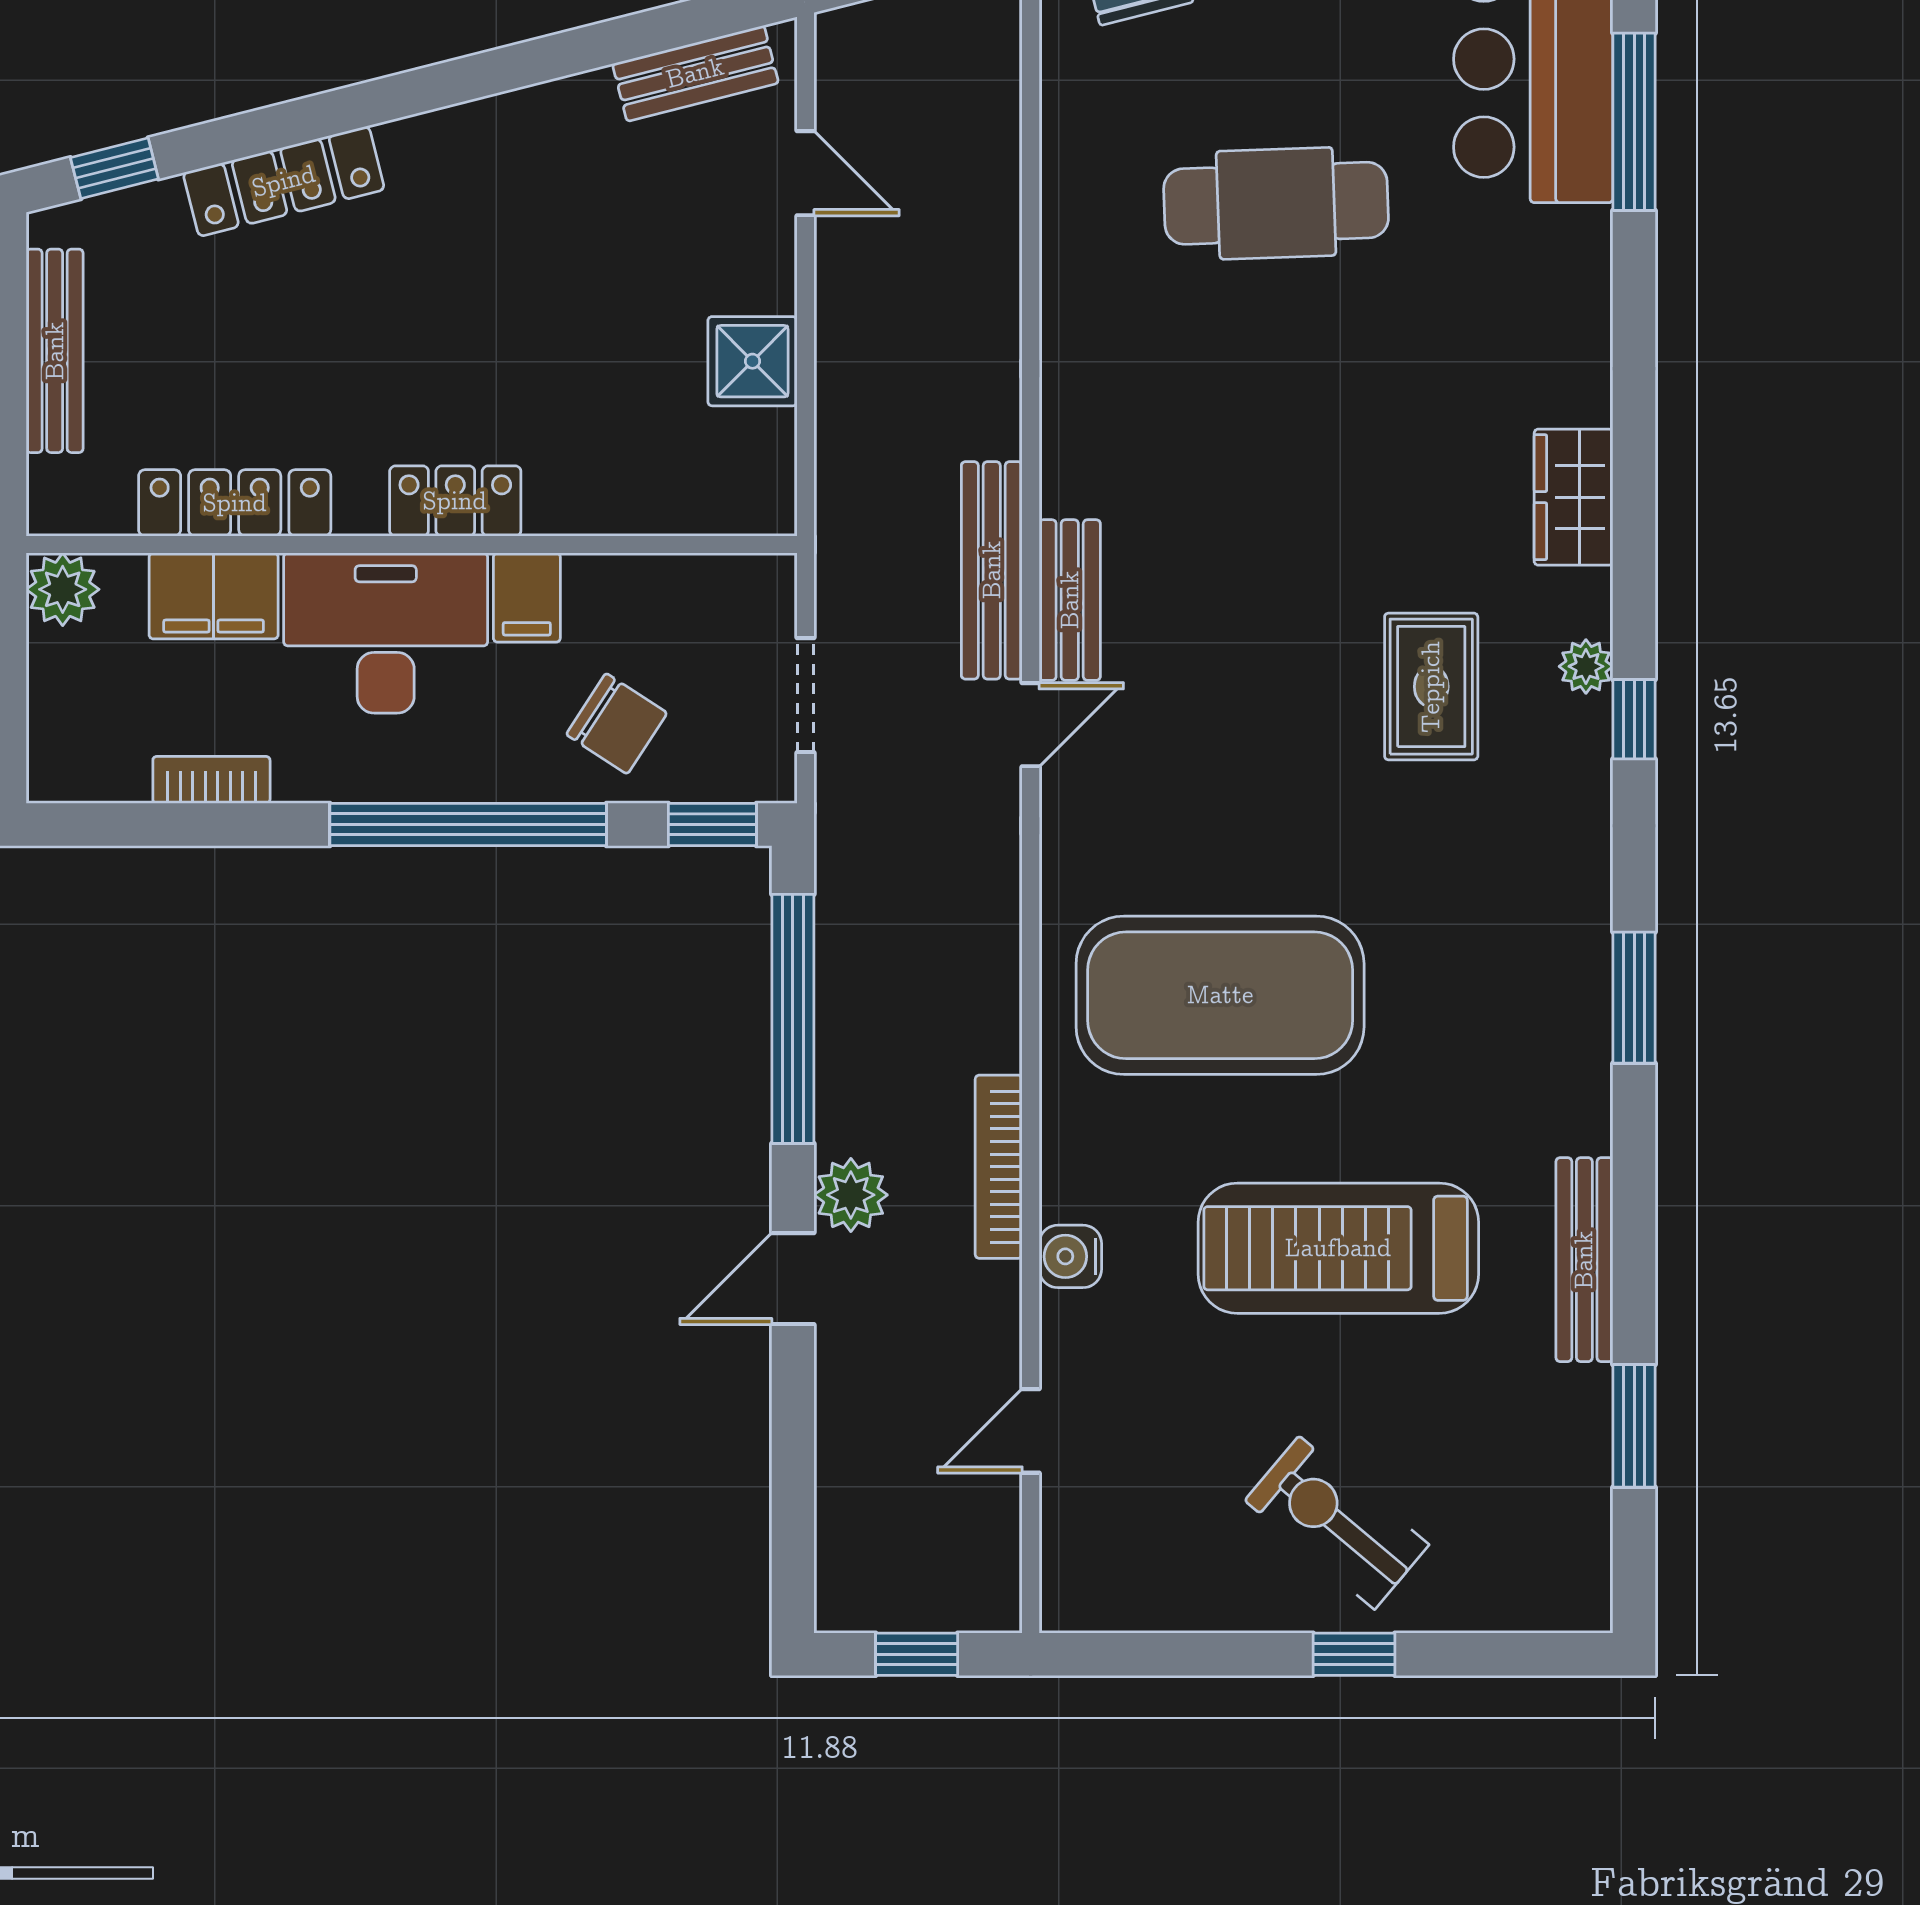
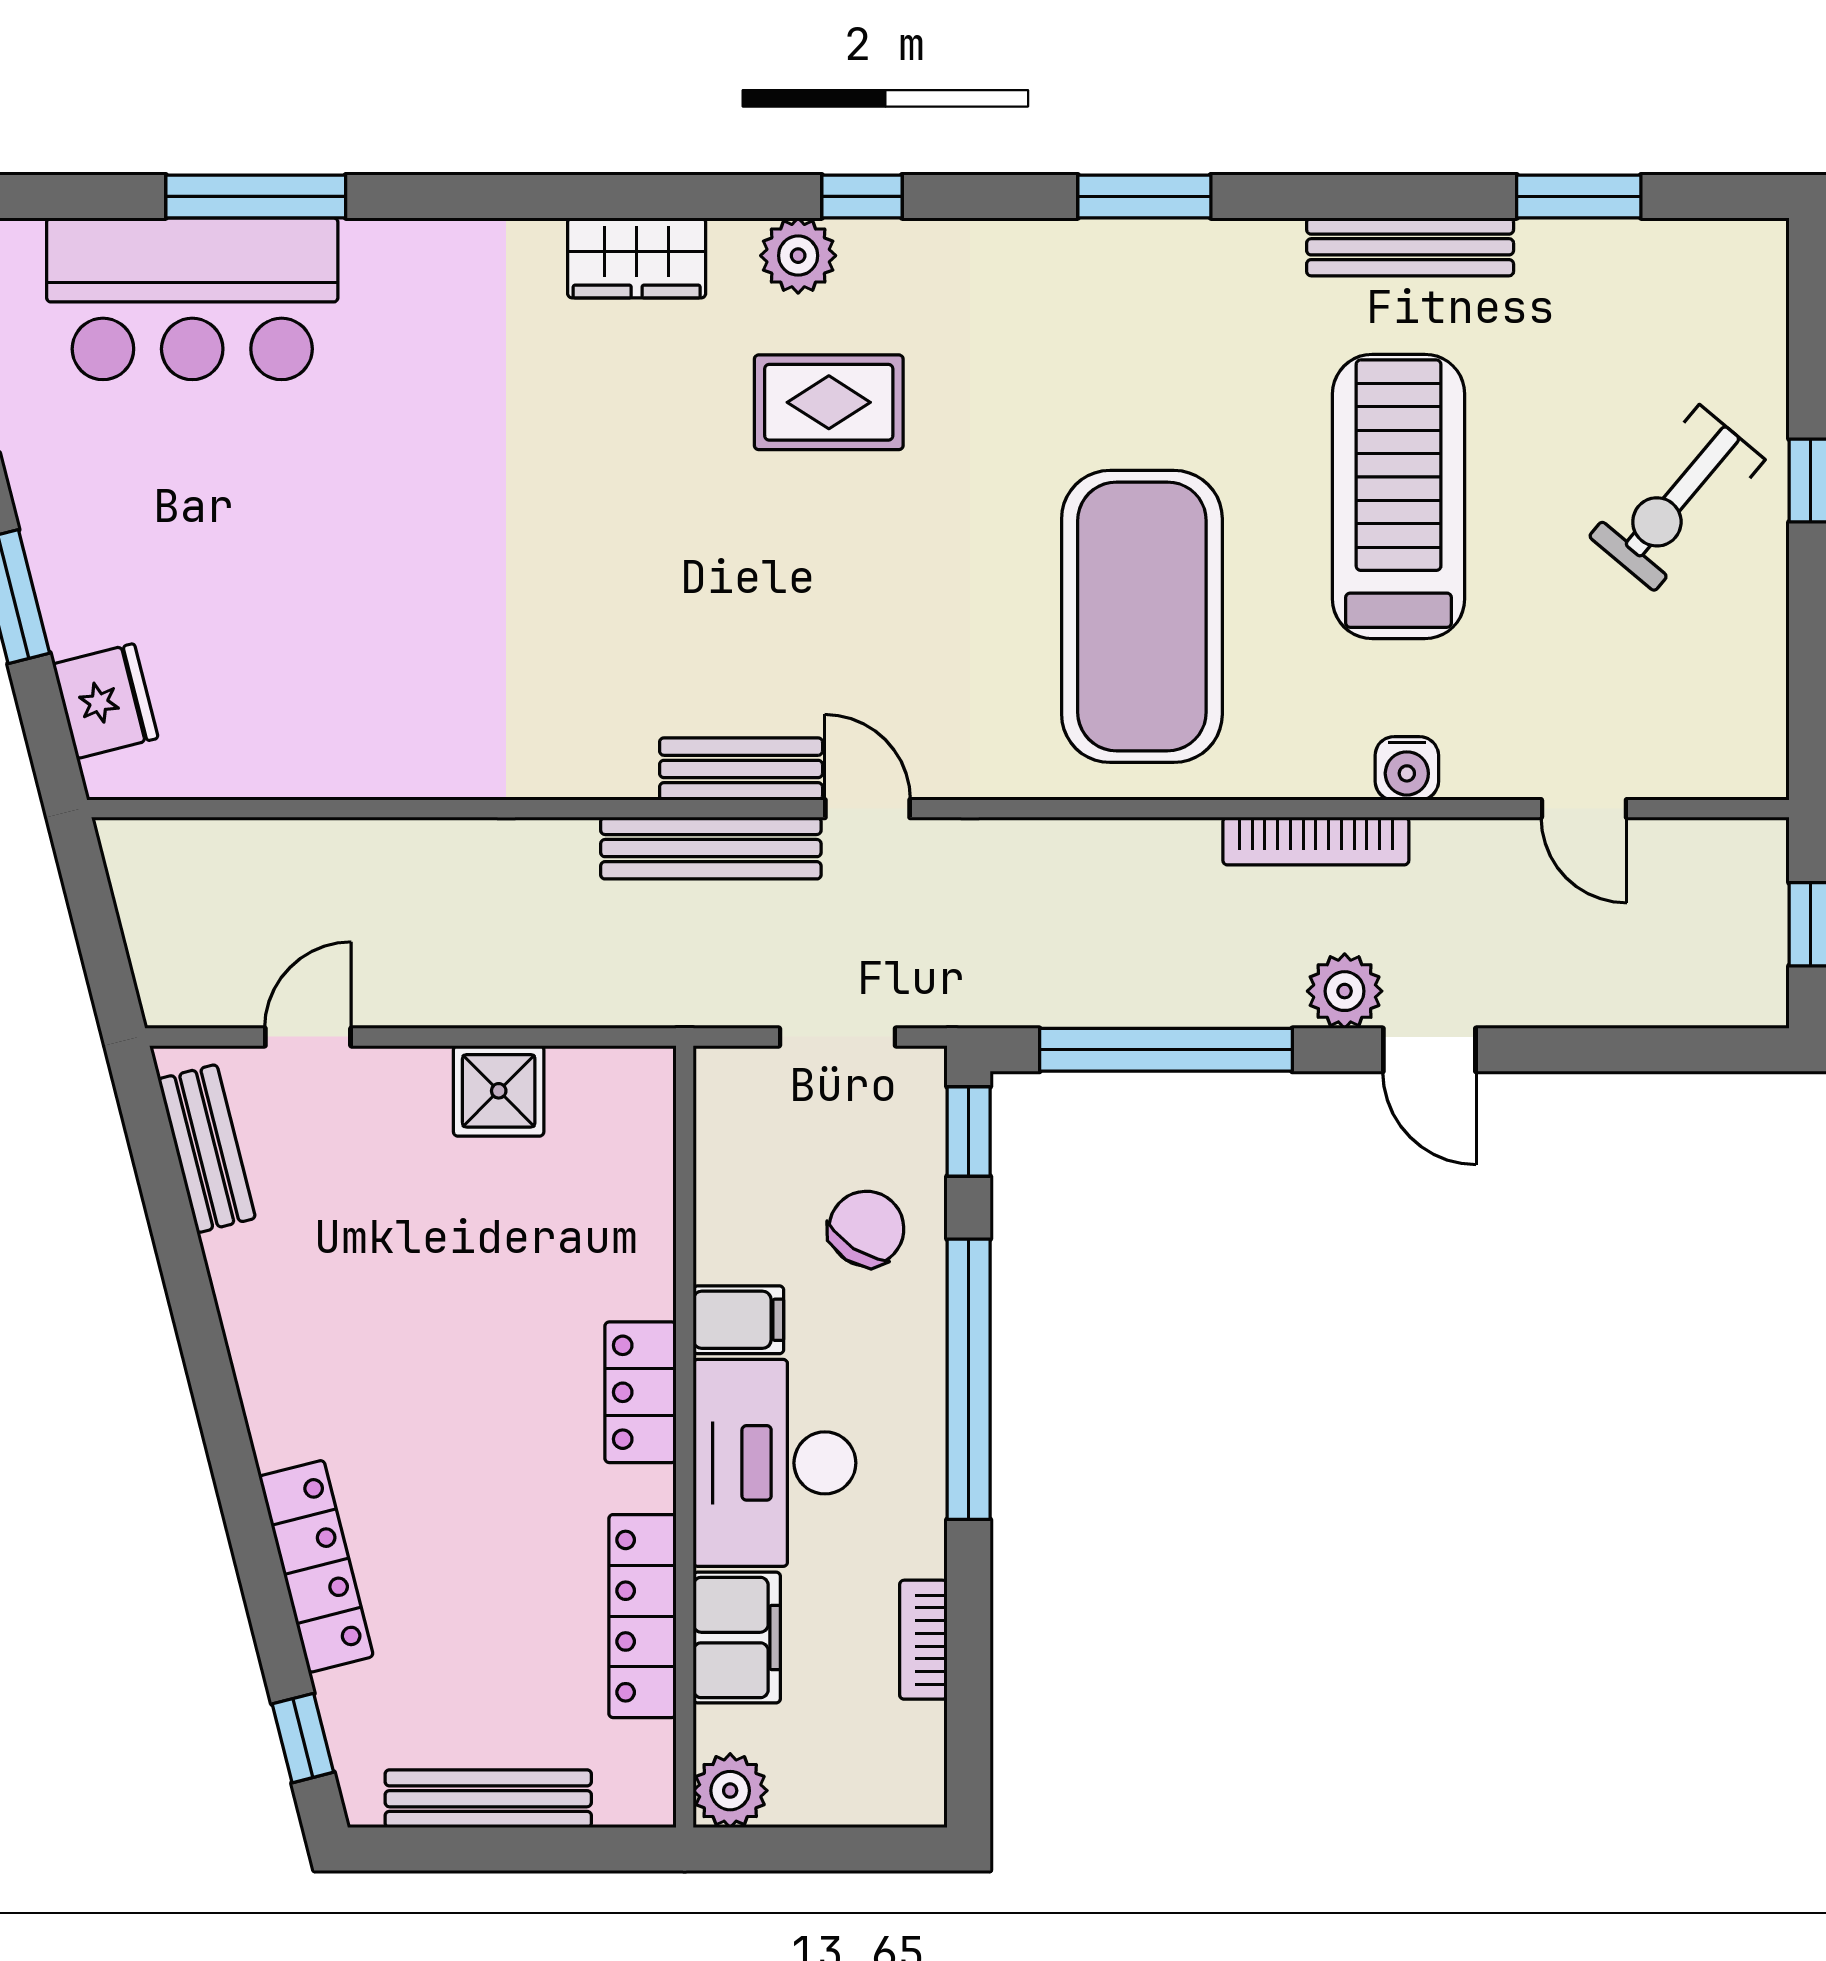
cafe table: (1276, 203) -> (338, 560), removed
plant: (1586, 666) -> (798, 256), width x1.38, depth x1.38
treadmill: (1338, 1248) -> (1399, 496), turned 180

